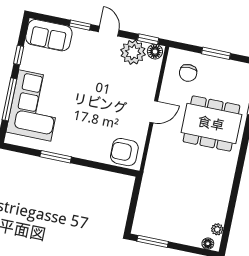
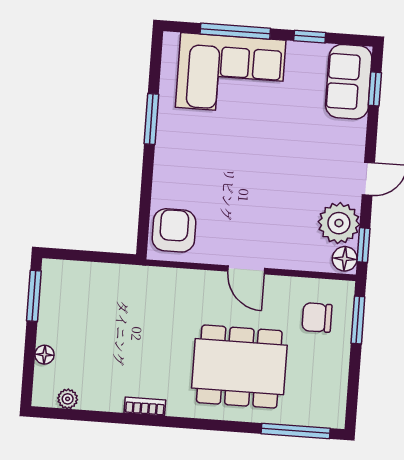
window: (80, 25) -> (375, 89), moved
window: (216, 53) -> (358, 320), moved
dining table: (211, 123) -> (239, 367), turned 90
bookcase: (228, 183) -> (145, 406), added
floor lamp: (208, 244) -> (44, 355), moved

